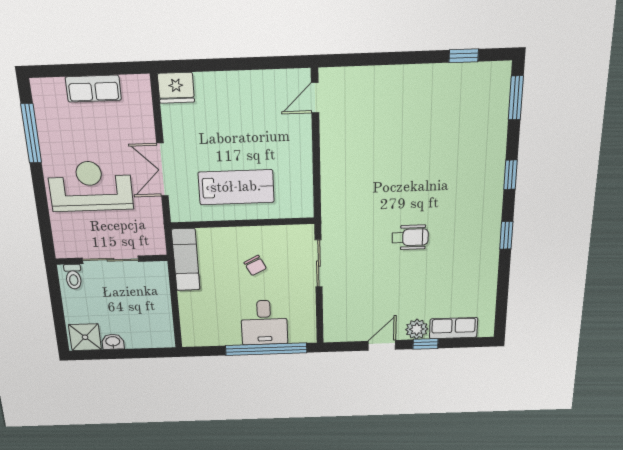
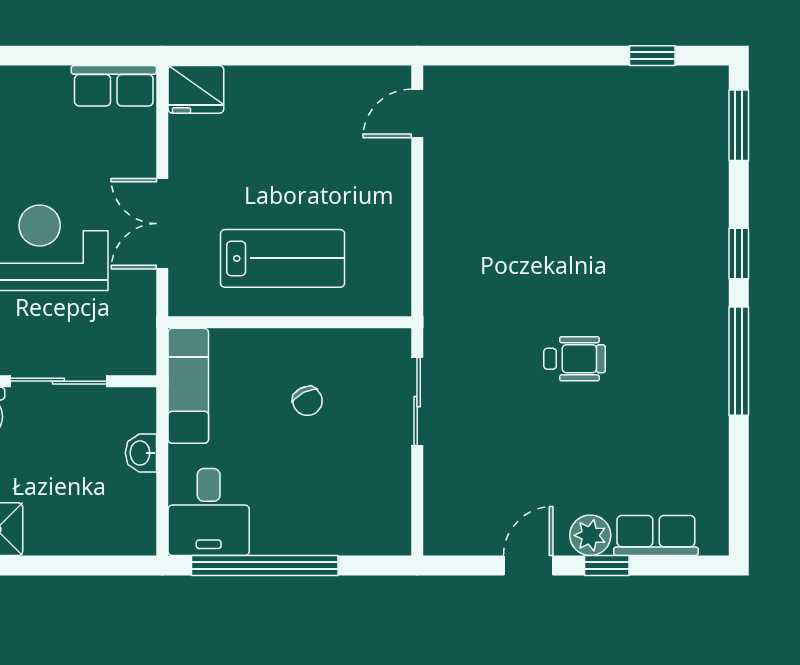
row of seats: (93, 89) -> (114, 86), moved
window: (506, 235) -> (739, 361), width x2.17
desk: (264, 323) -> (209, 512), moved
washbasin: (113, 342) -> (141, 453), moved, turned -90
window: (266, 349) -> (265, 565), moved

